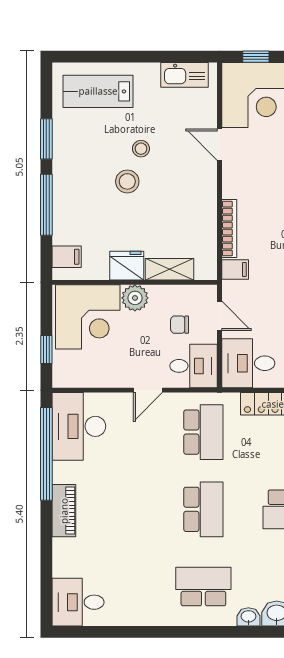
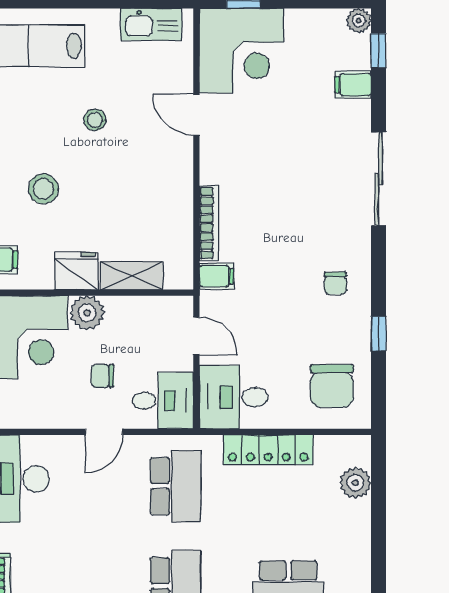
stool: (127, 181) -> (43, 189), moved
chair: (180, 325) -> (102, 376), moved

